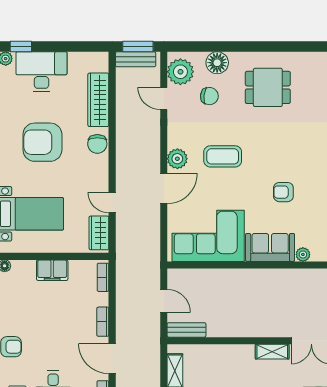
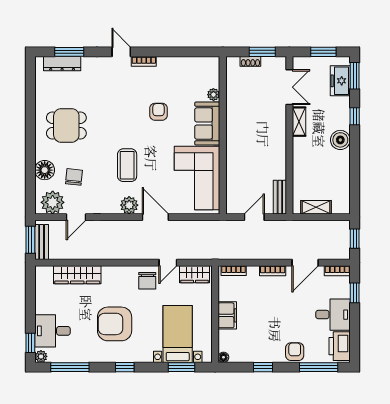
desk: (41, 72) -> (52, 331), width x0.73
dining table: (268, 87) -> (66, 125), turned 90
armchair: (42, 142) -> (115, 324), turned 90
chair: (97, 144) -> (147, 281), moved, turned 90
armchair: (283, 192) -> (159, 112), turned 180

